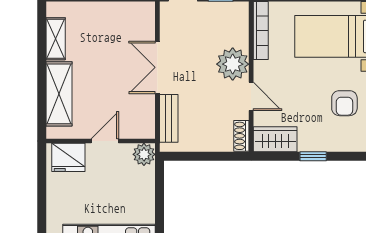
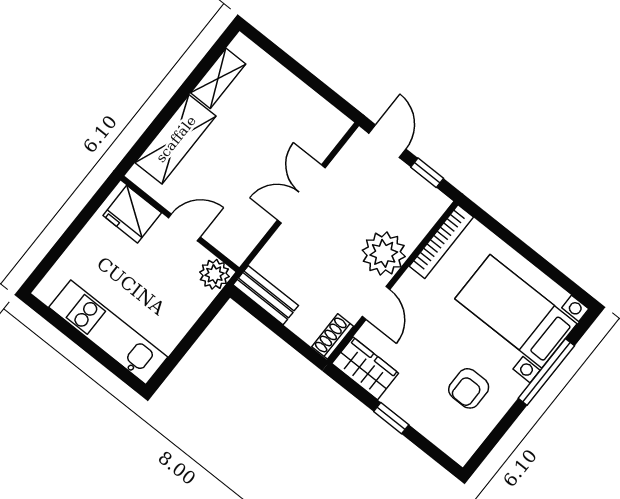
bench: (169, 118) -> (266, 295), moved, turned 90

